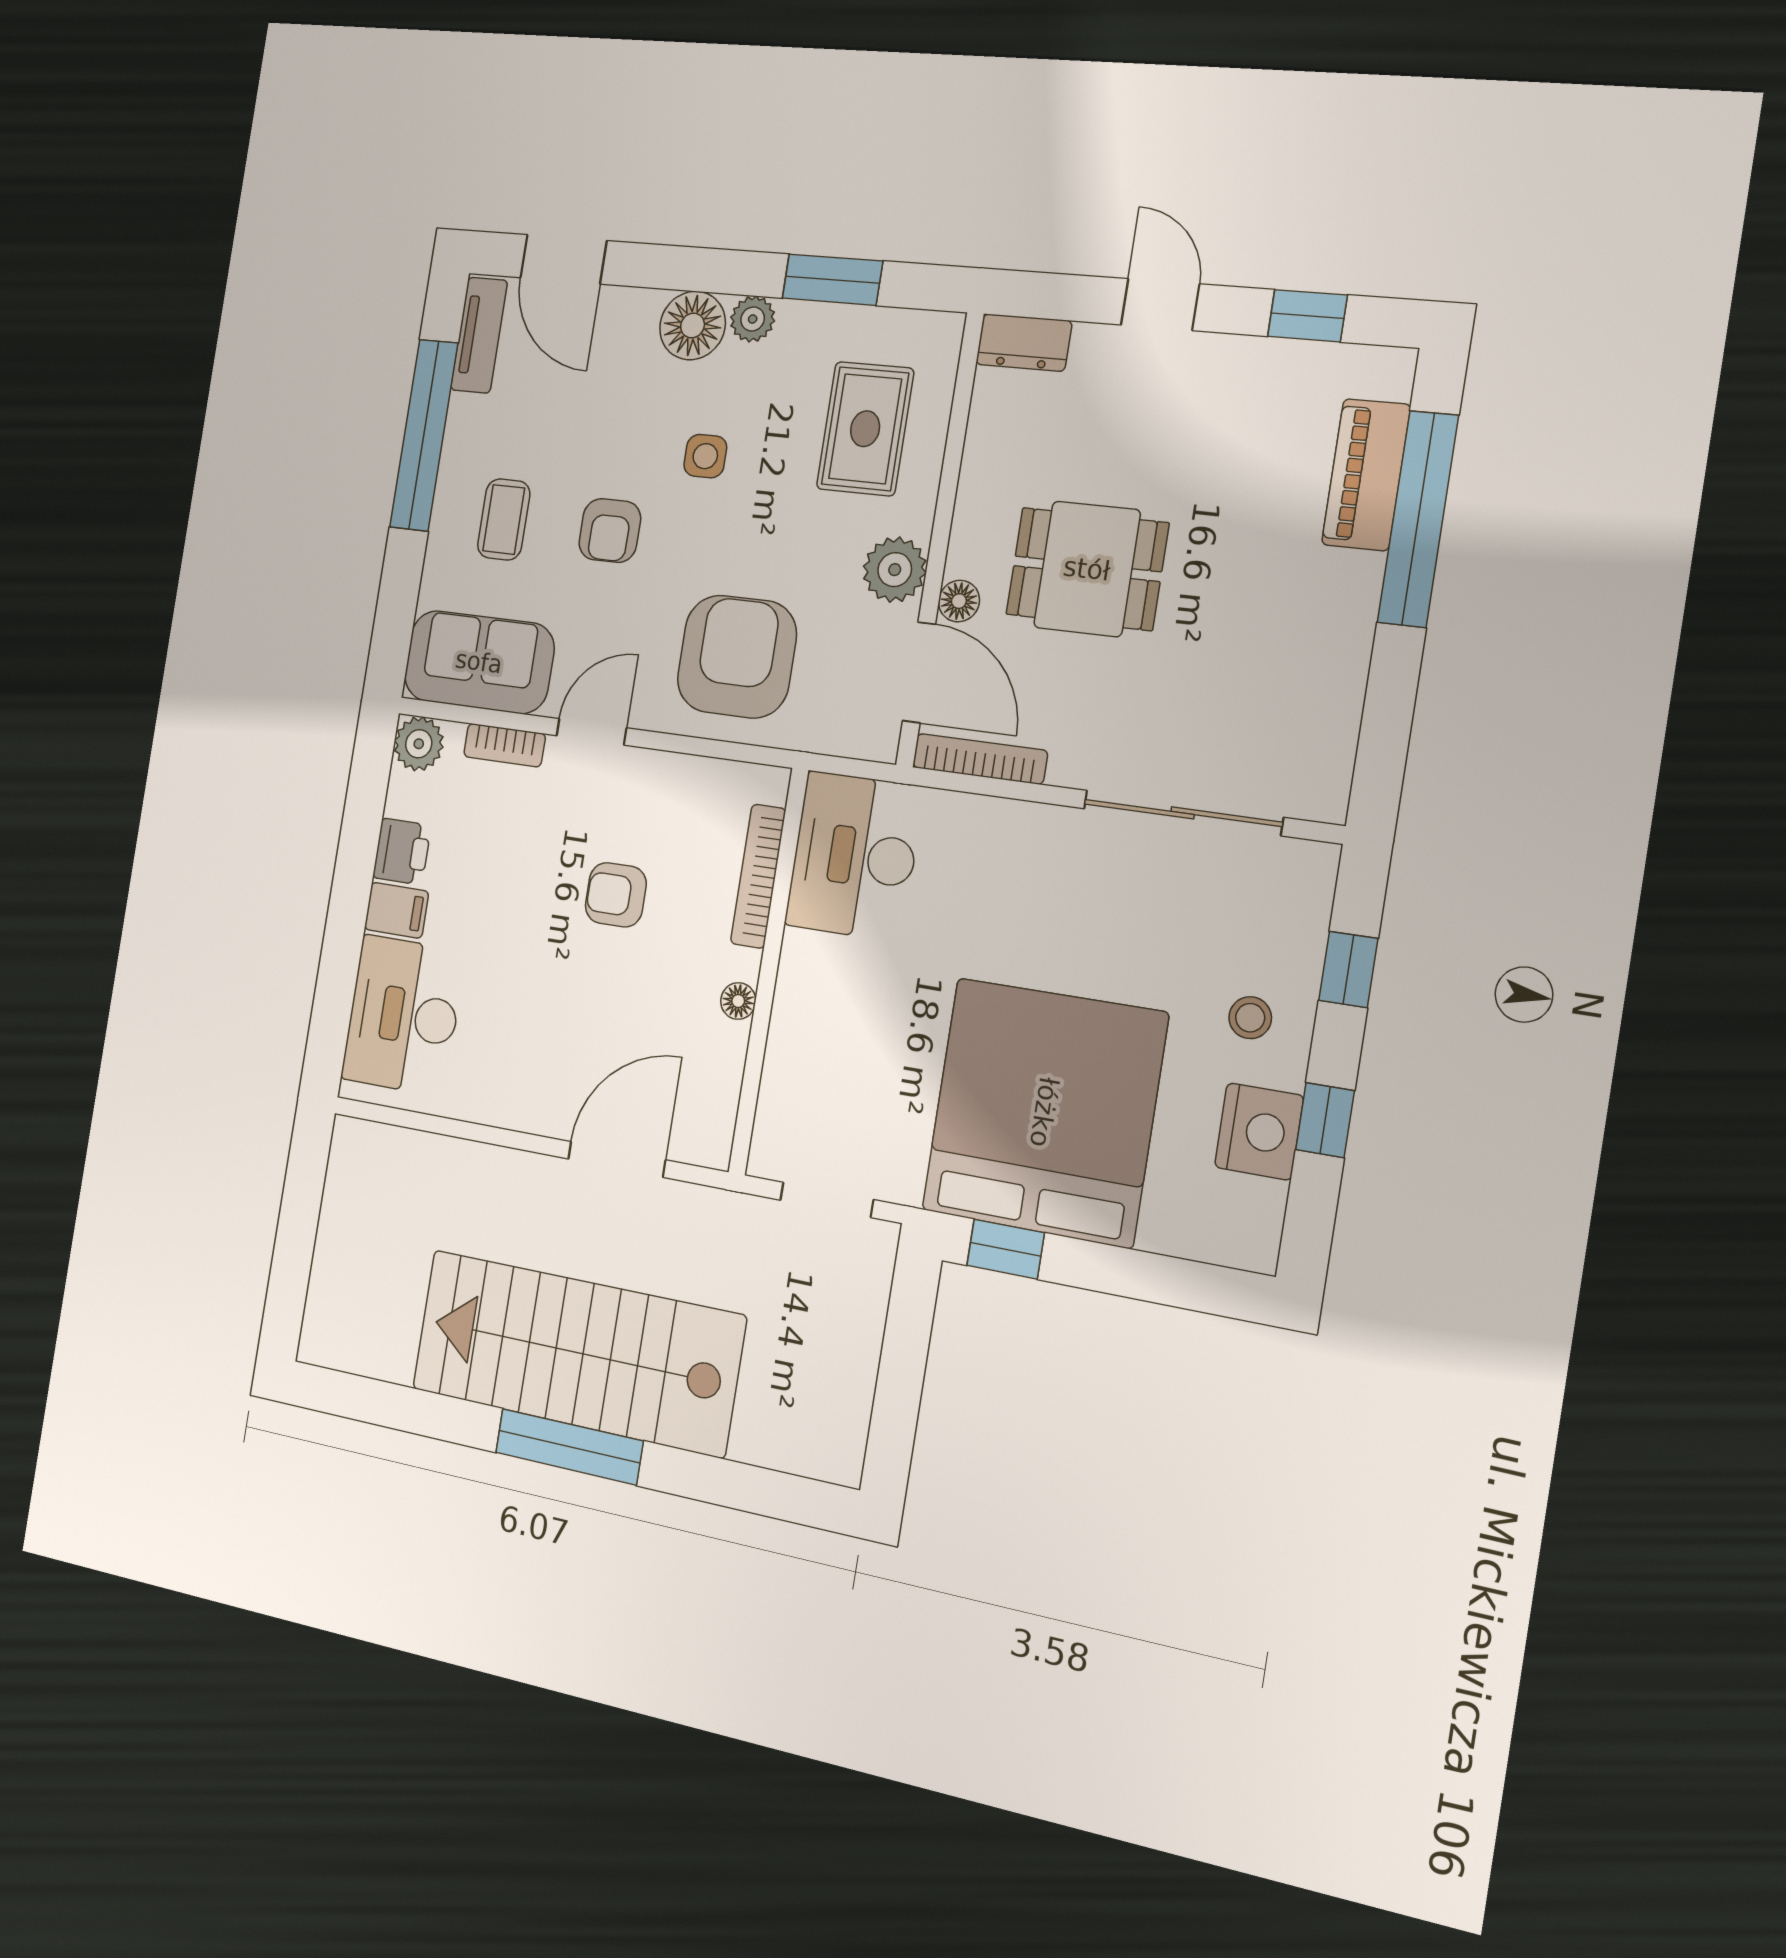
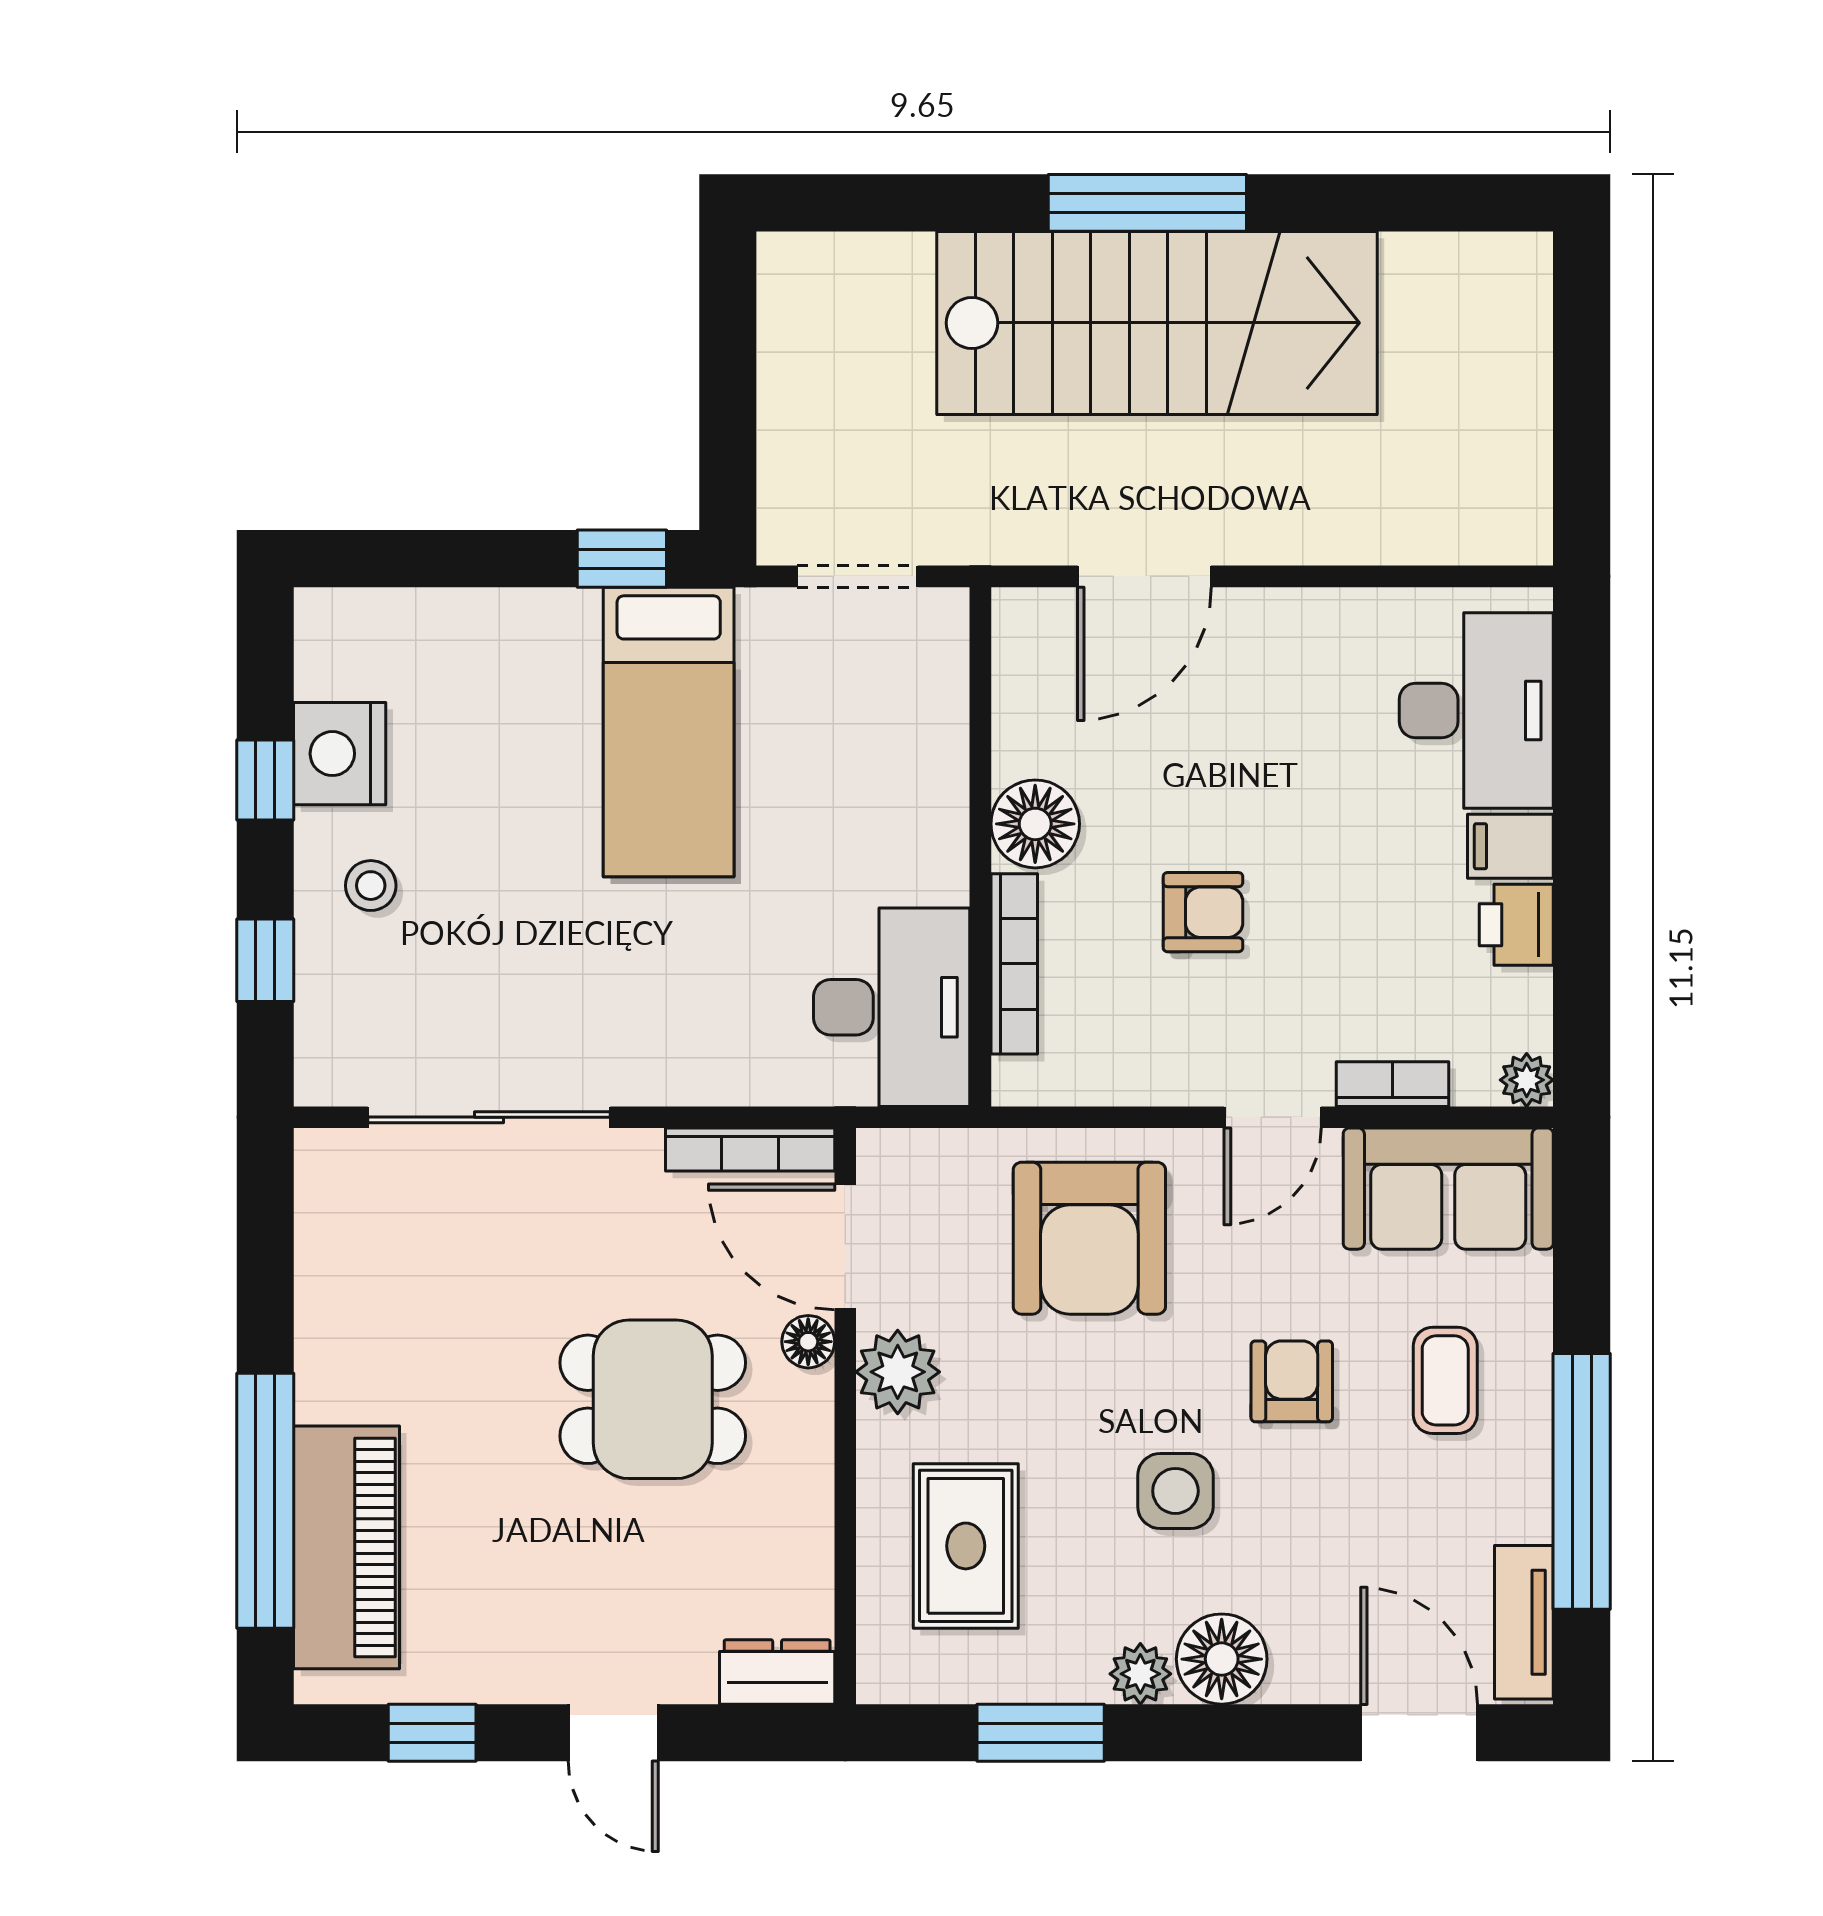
side table: (705, 456) -> (1175, 1491), width x1.37, depth x1.37
piano: (1366, 475) -> (346, 1547), width x1.37, depth x1.33
plant: (419, 744) -> (1527, 1080), width x0.73, depth x0.73
floor lamp: (738, 1001) -> (1035, 824), width x1.89, depth x1.89
bed: (1044, 1112) -> (669, 732), width x0.49

